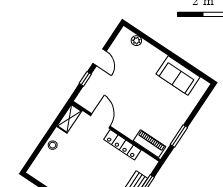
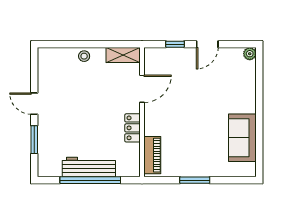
plant: (136, 41) -> (250, 54), moved
window: (179, 136) -> (195, 180), moved
locker: (122, 145) -> (133, 128), width x0.66

